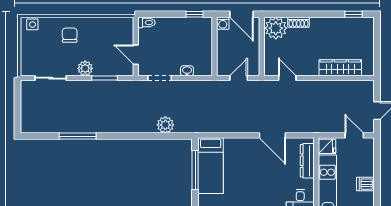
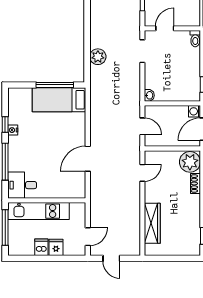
washbasin: (187, 71) -> (149, 95), moved
fridge: (327, 146) -> (56, 247), moved, turned 180
dresser: (307, 161) -> (64, 192), removed

